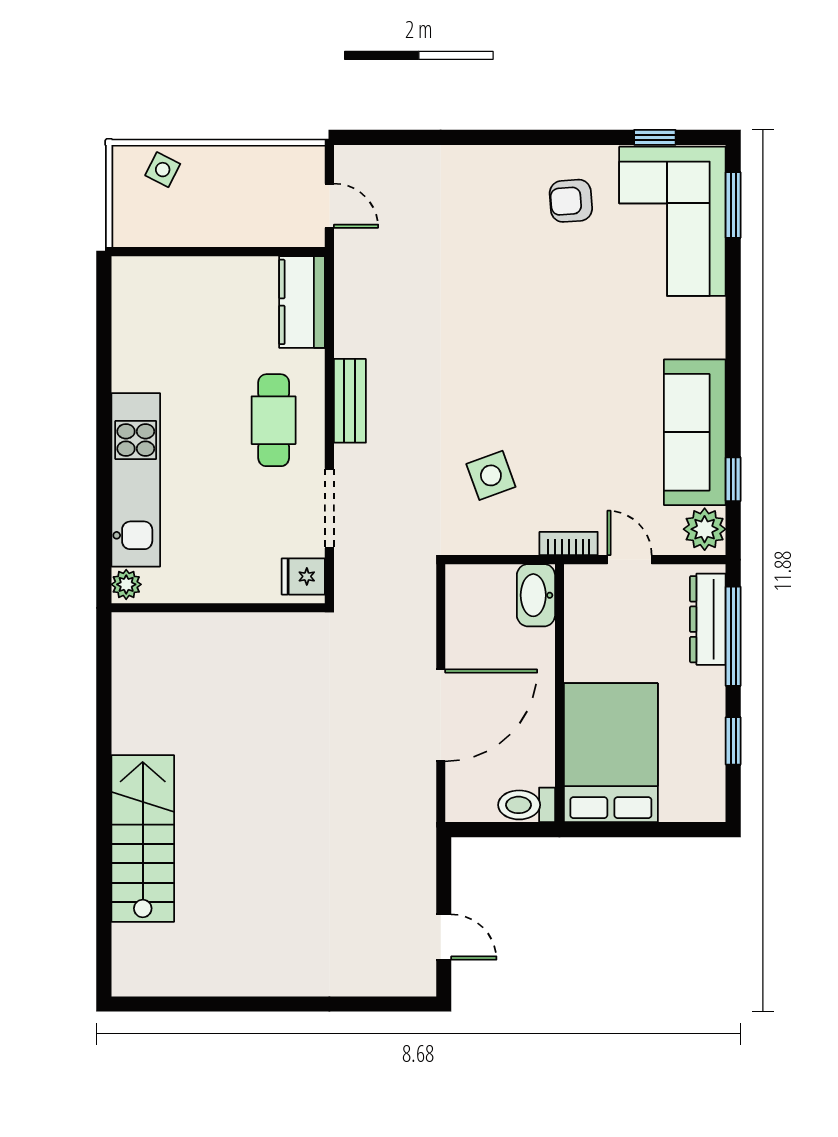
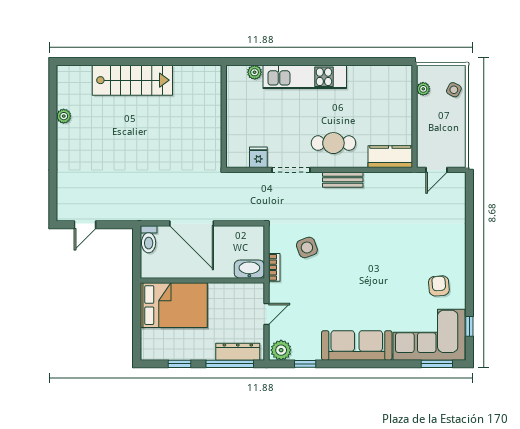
plant: (161, 233) -> (423, 89), added
sofa: (695, 432) -> (357, 345), moved
bookcase: (569, 543) -> (274, 267), moved
wall: (218, 608) -> (224, 116), moved
toilet: (527, 805) -> (149, 239), moved, turned 180
plant: (217, 981) -> (64, 116), added

